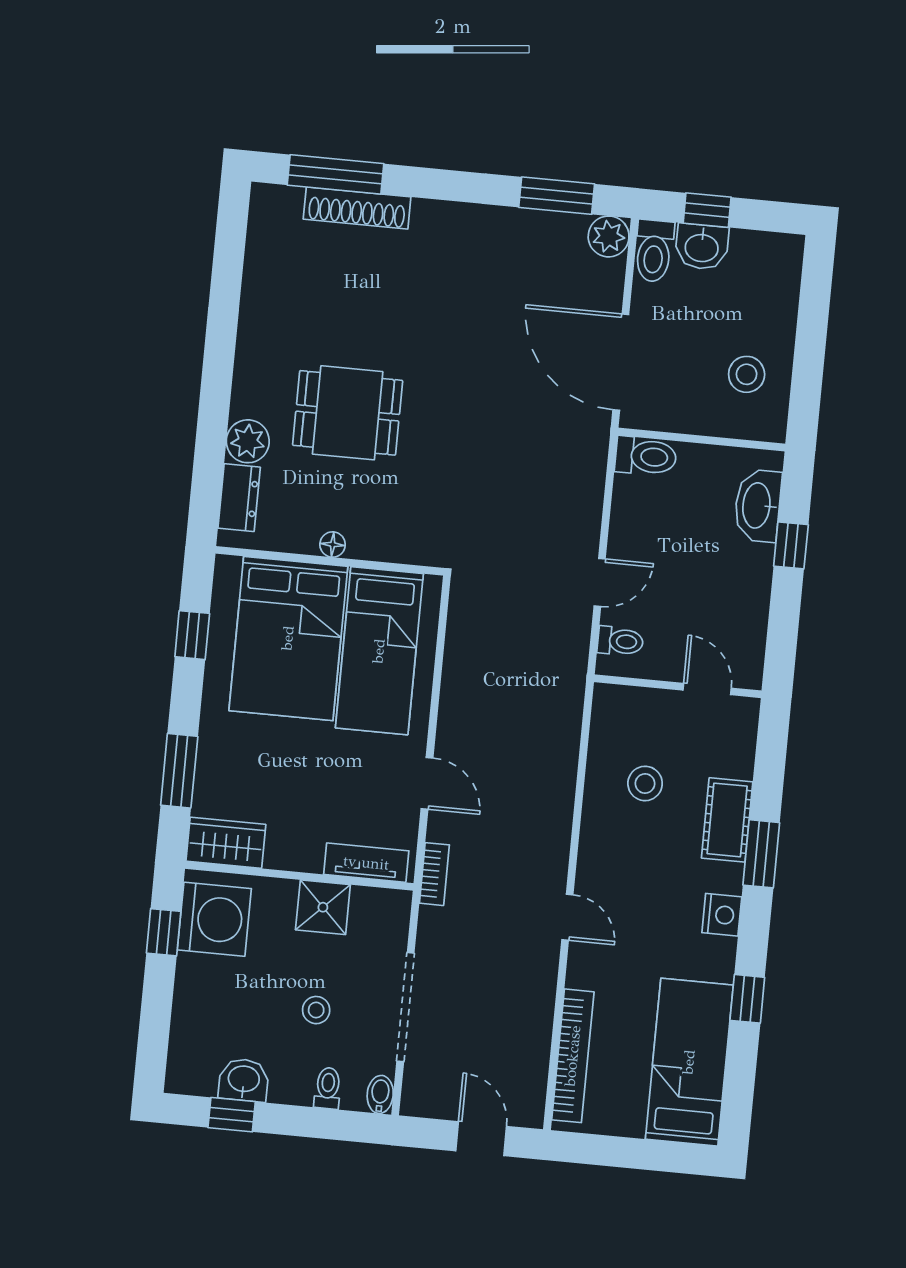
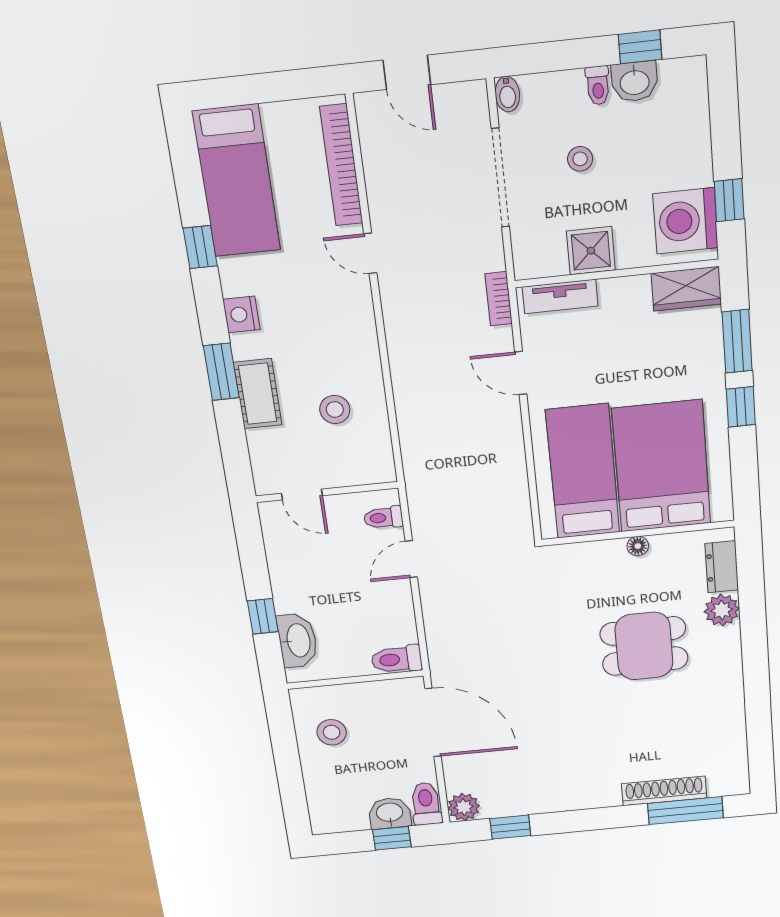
window: (557, 196) -> (510, 827), width x0.67
window: (192, 635) -> (741, 407), moved
door: (567, 917) -> (370, 253), moved
toilet: (328, 1088) -> (598, 85), moved

